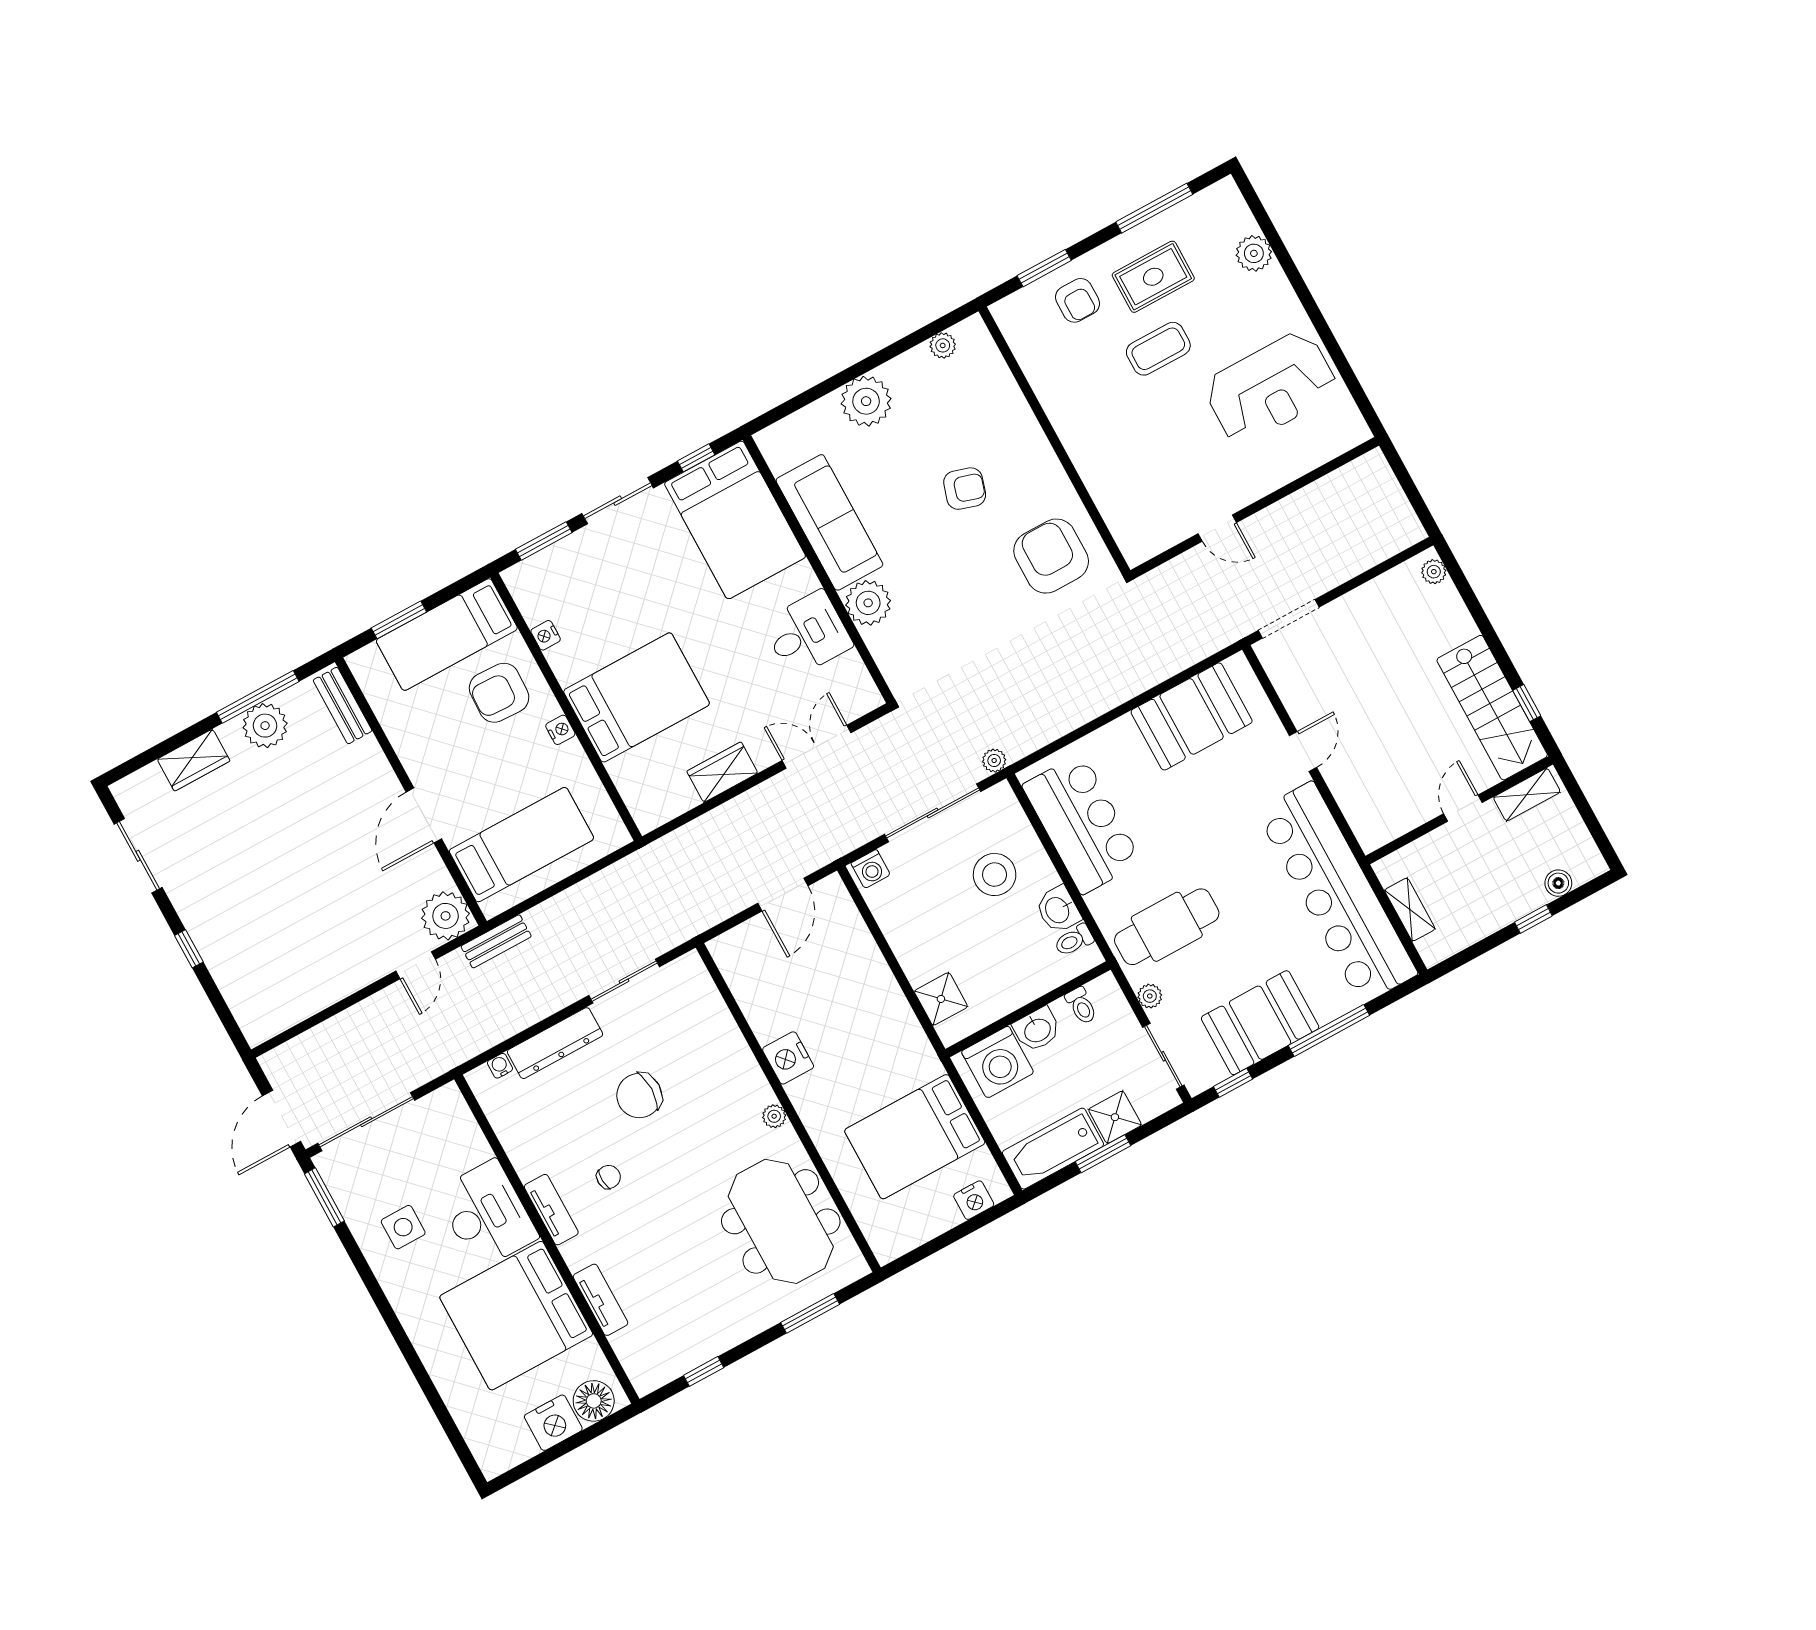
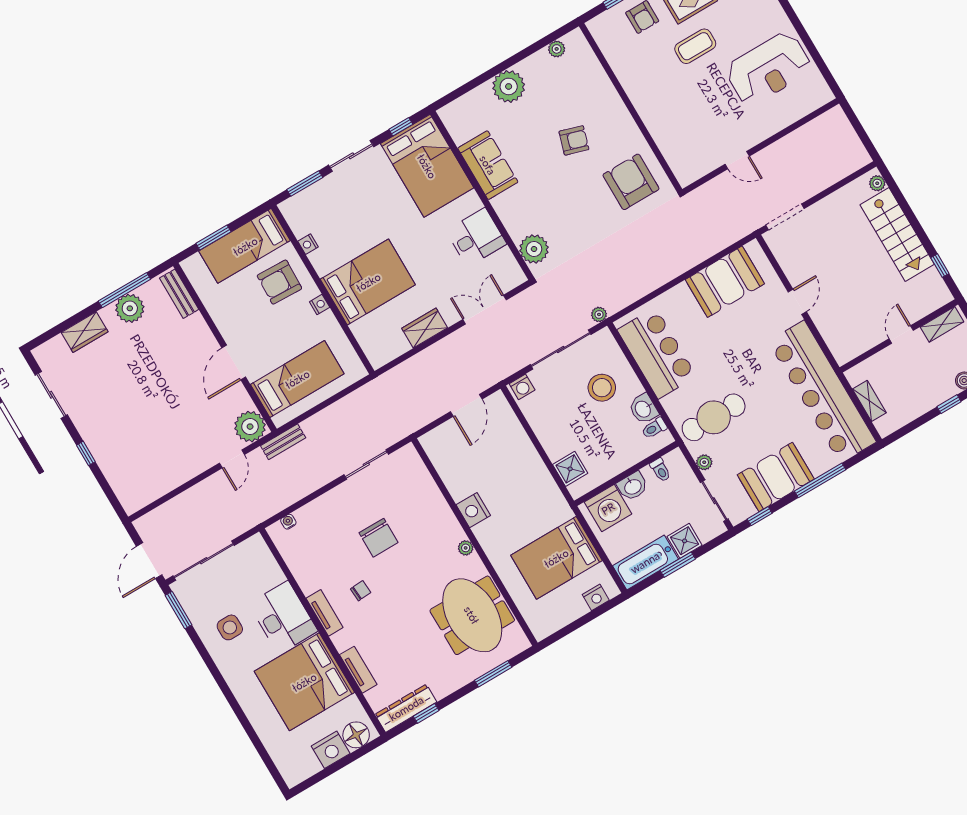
sofa: (829, 522) -> (488, 165), width x0.73
plant: (868, 603) -> (534, 249), moved
stairs: (1492, 708) -> (897, 235), moved
dresser: (555, 1043) -> (406, 708), moved, turned 180
chair: (639, 1096) -> (379, 538), turned -90

